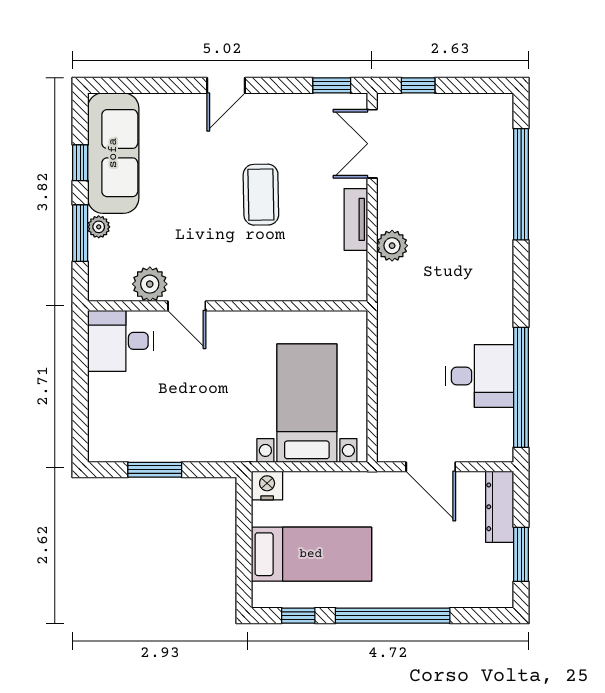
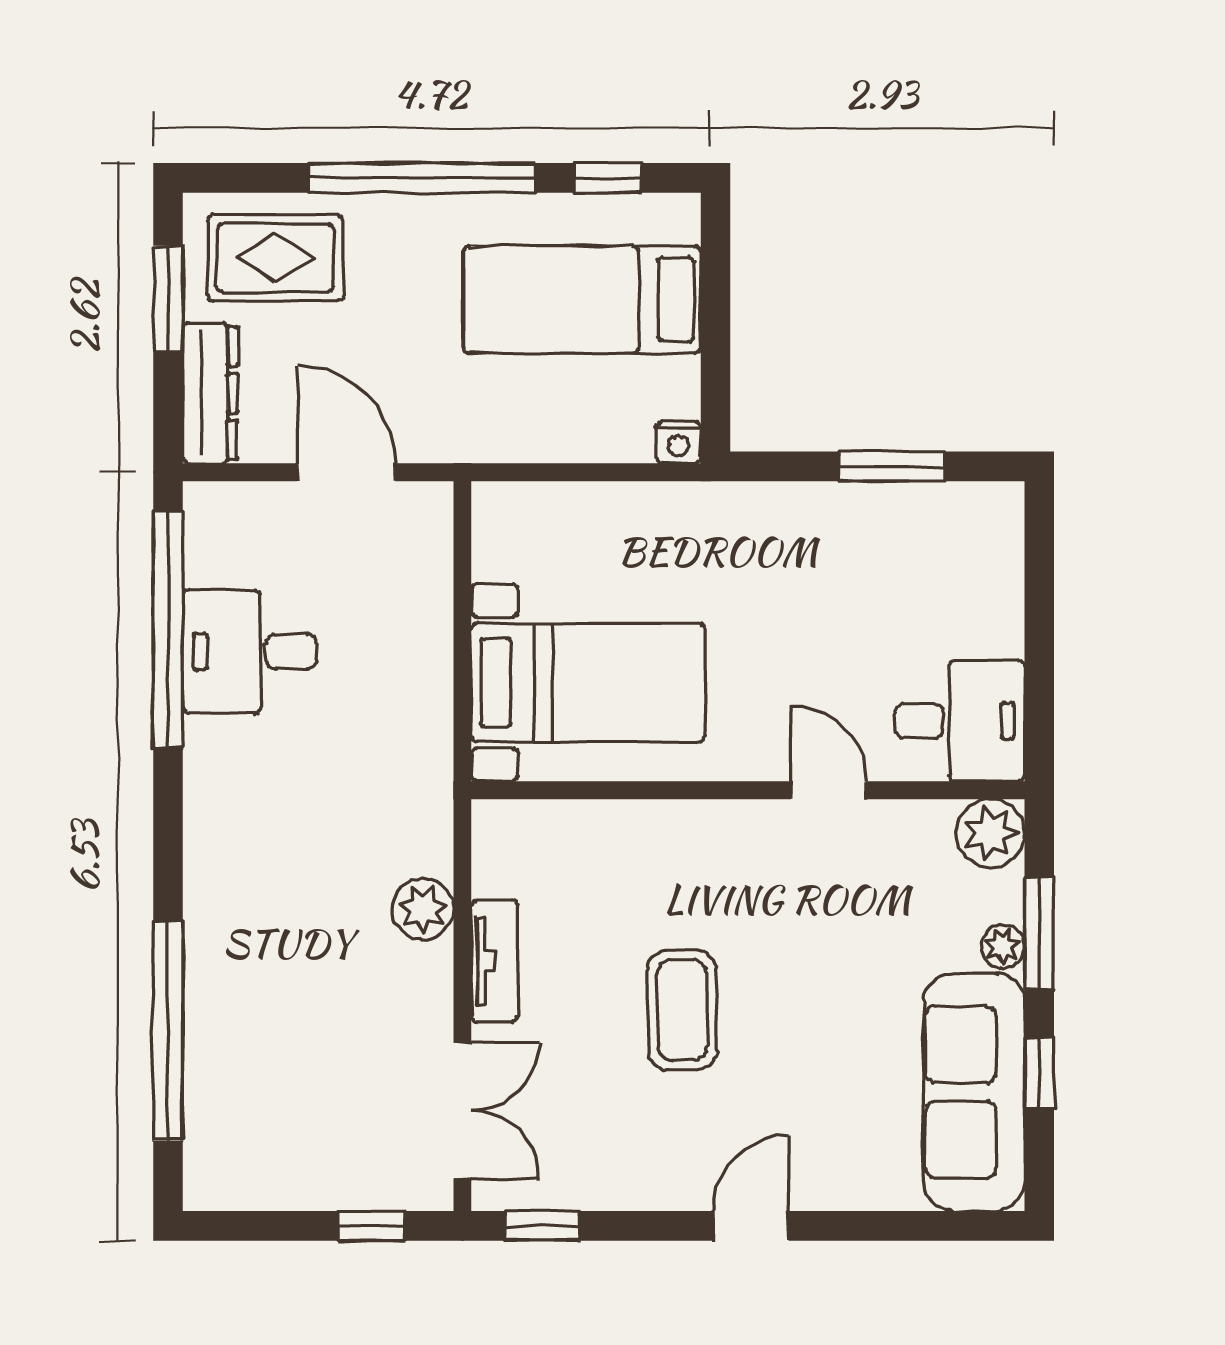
plant: (150, 284) -> (990, 833), moved
bed with nightstands: (307, 403) -> (588, 683), moved, turned -90
nightstand: (267, 486) -> (679, 442), width x0.72, depth x0.74
rug: (467, 575) -> (275, 258), added

